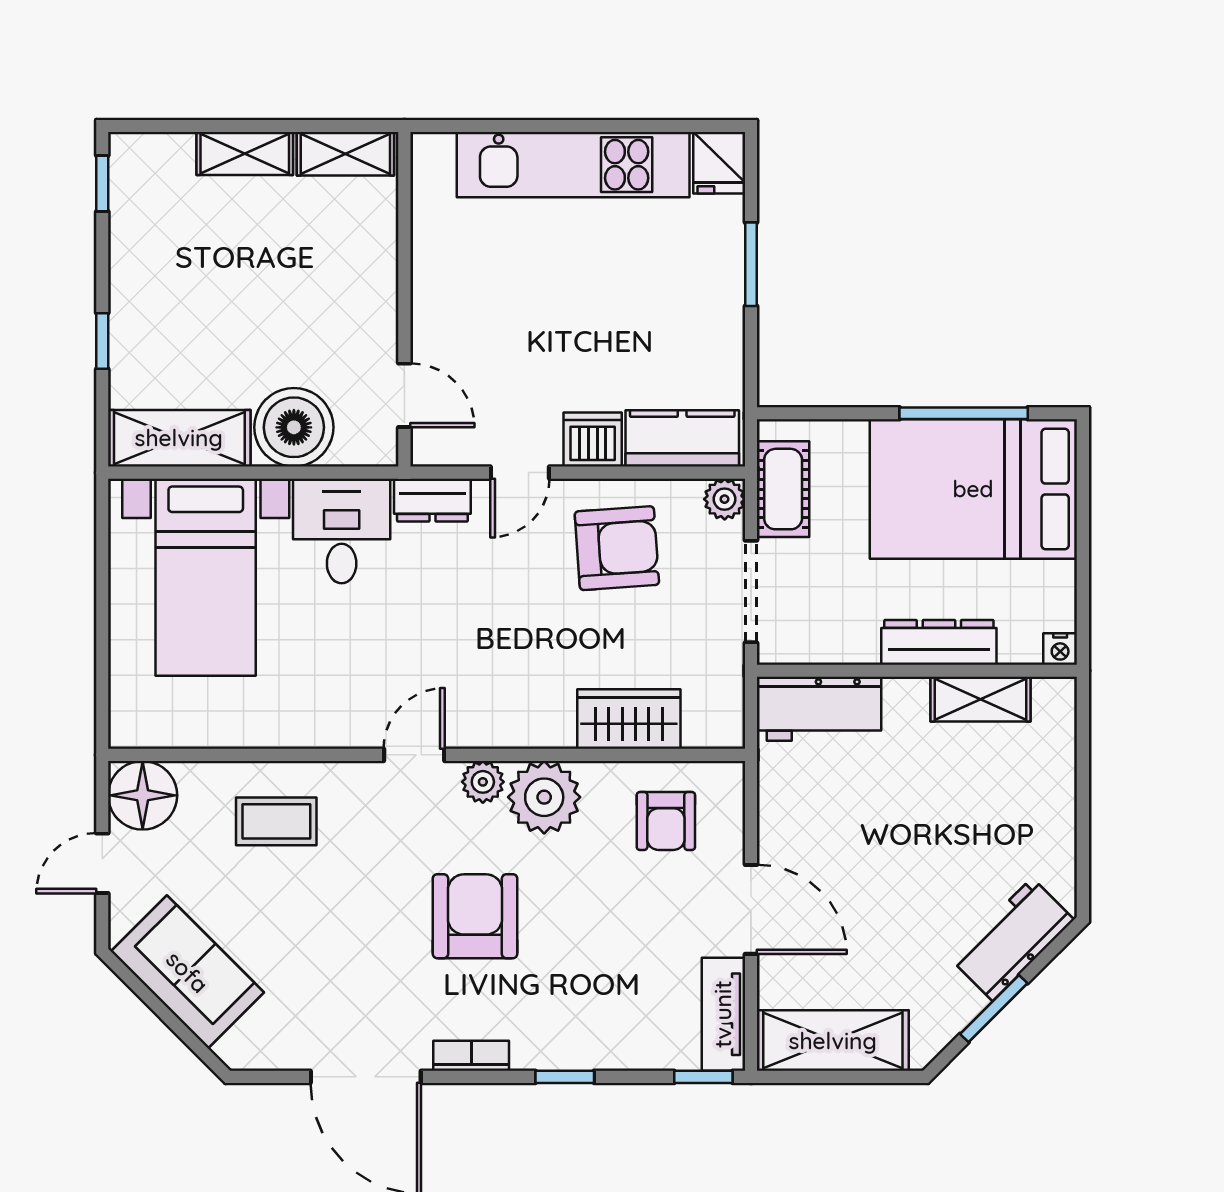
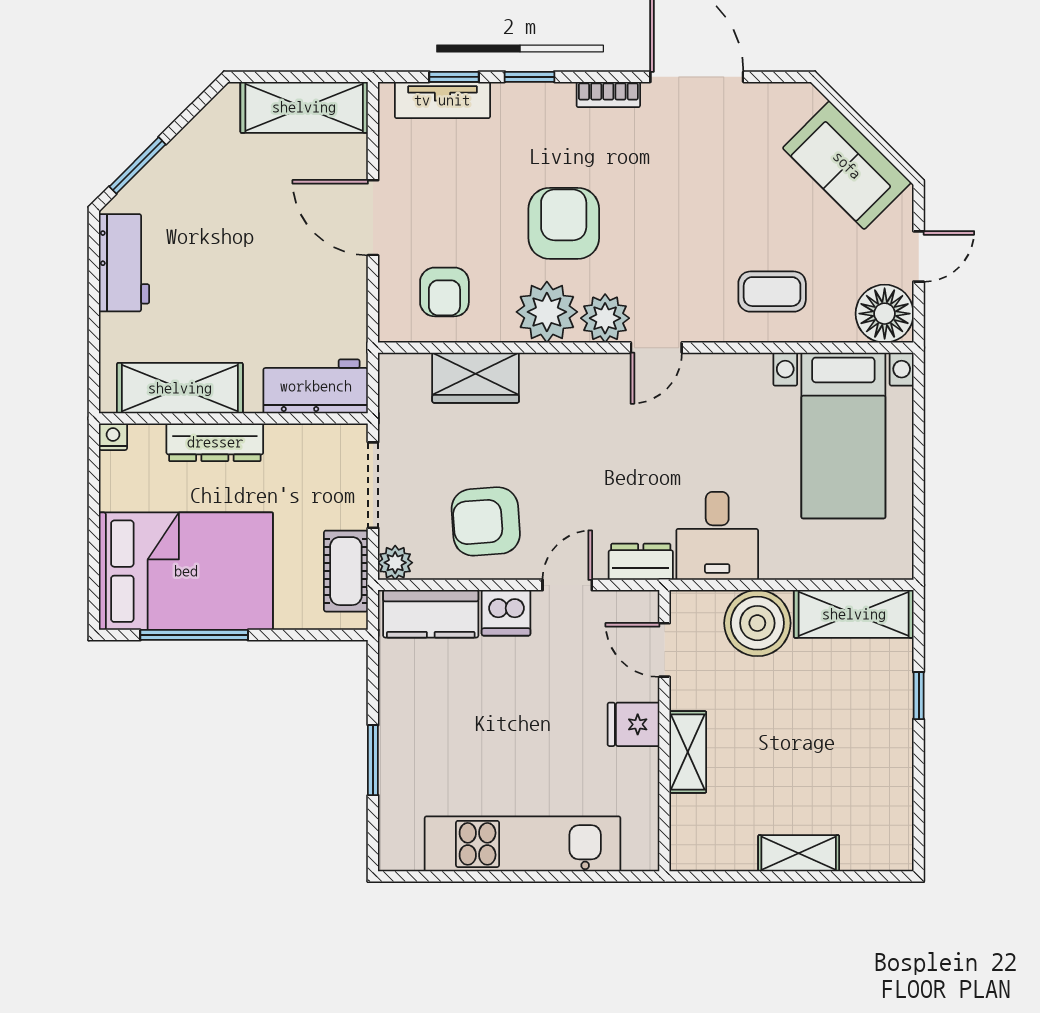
shelving: (345, 154) -> (688, 752), moved, turned 90
fridge: (719, 163) -> (634, 724), moved, turned -90
window: (102, 184) -> (919, 828), removed
bed with nightstands: (206, 577) -> (843, 435), moved, turned 180
shelving: (980, 699) -> (180, 388), width x1.50, depth x1.33
plant: (483, 782) -> (605, 318), width x1.38, depth x1.38
armchair: (666, 821) -> (444, 292), turned 180
armchair: (475, 916) -> (564, 223), moved, turned 180
workbench: (1012, 939) -> (124, 263), moved, turned -45
window: (994, 1009) -> (137, 165), moved
tv unit: (723, 1014) -> (442, 100), moved, turned 90
window: (703, 1077) -> (454, 77), moved

